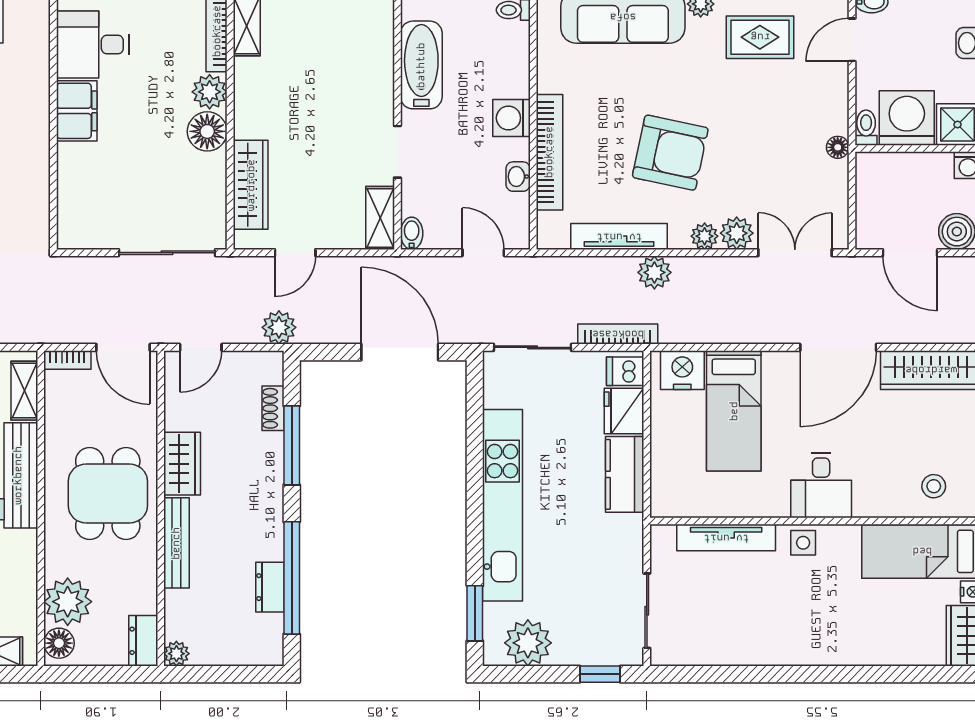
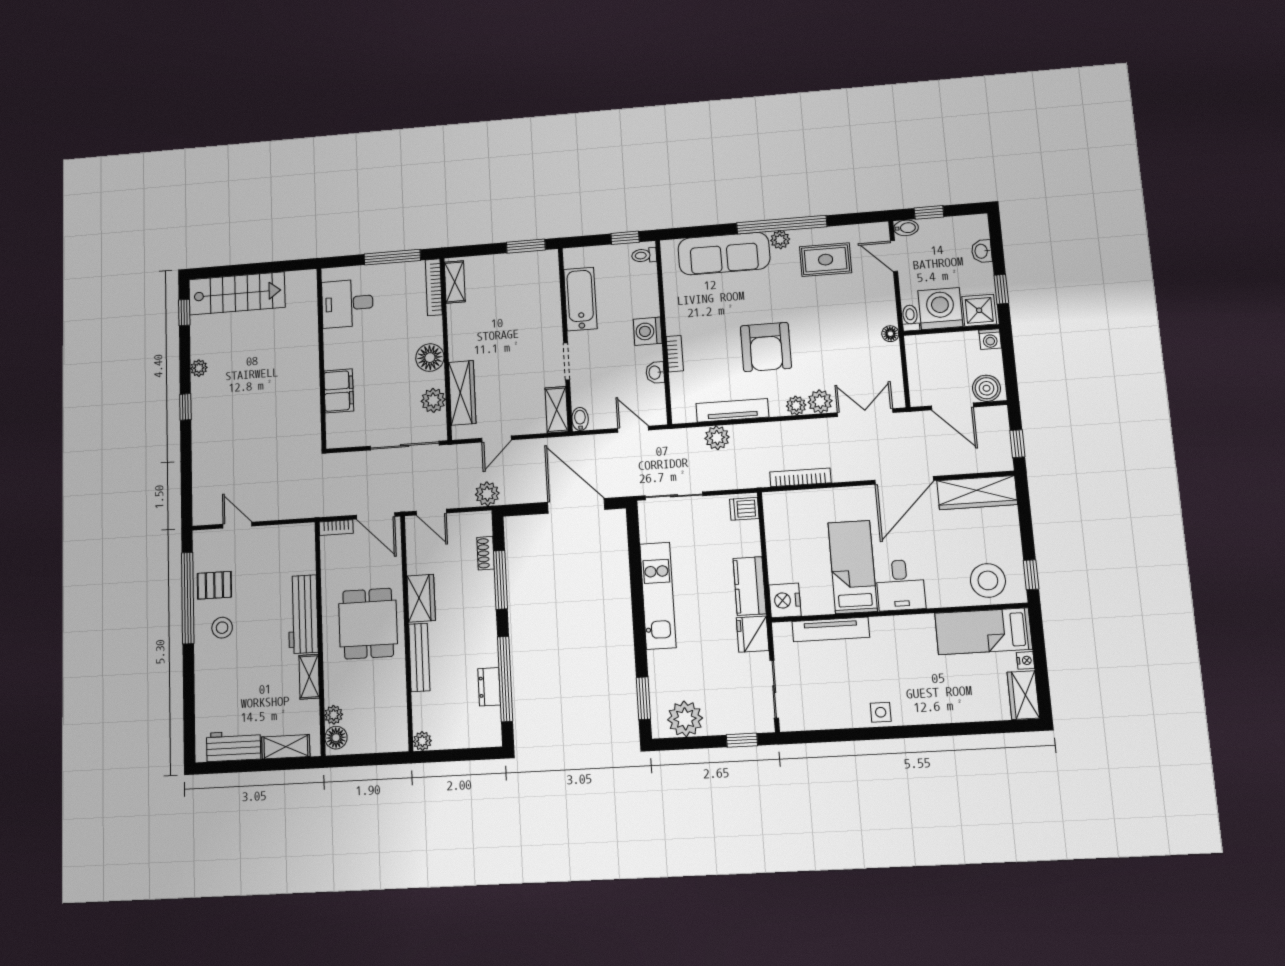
door: (852, 40) -> (894, 256), hinge flipped
plant: (210, 92) -> (433, 400), moved
filing cabinet: (77, 111) -> (339, 391), moved
bookcase: (549, 152) -> (675, 354), width x0.43, depth x0.76
armchair: (670, 153) -> (766, 347), turned 78
plant: (654, 272) -> (717, 438), moved
bookcase: (618, 334) -> (800, 477), moved
door: (201, 347) -> (431, 512), hinge flipped
nightstand: (682, 370) -> (785, 600), moved, turned -90
shelving: (24, 391) -> (309, 677), moved
fridge: (624, 411) -> (753, 634), moved
bed: (734, 411) -> (853, 567), moved, turned 180
stool: (934, 486) -> (988, 580), width x1.89, depth x1.89
kitchen unit: (502, 505) -> (658, 596), width x0.73
side table: (803, 543) -> (881, 712), moved
plant: (68, 602) -> (334, 715), width x0.53, depth x0.53
dresser: (143, 641) -> (398, 733), removed

